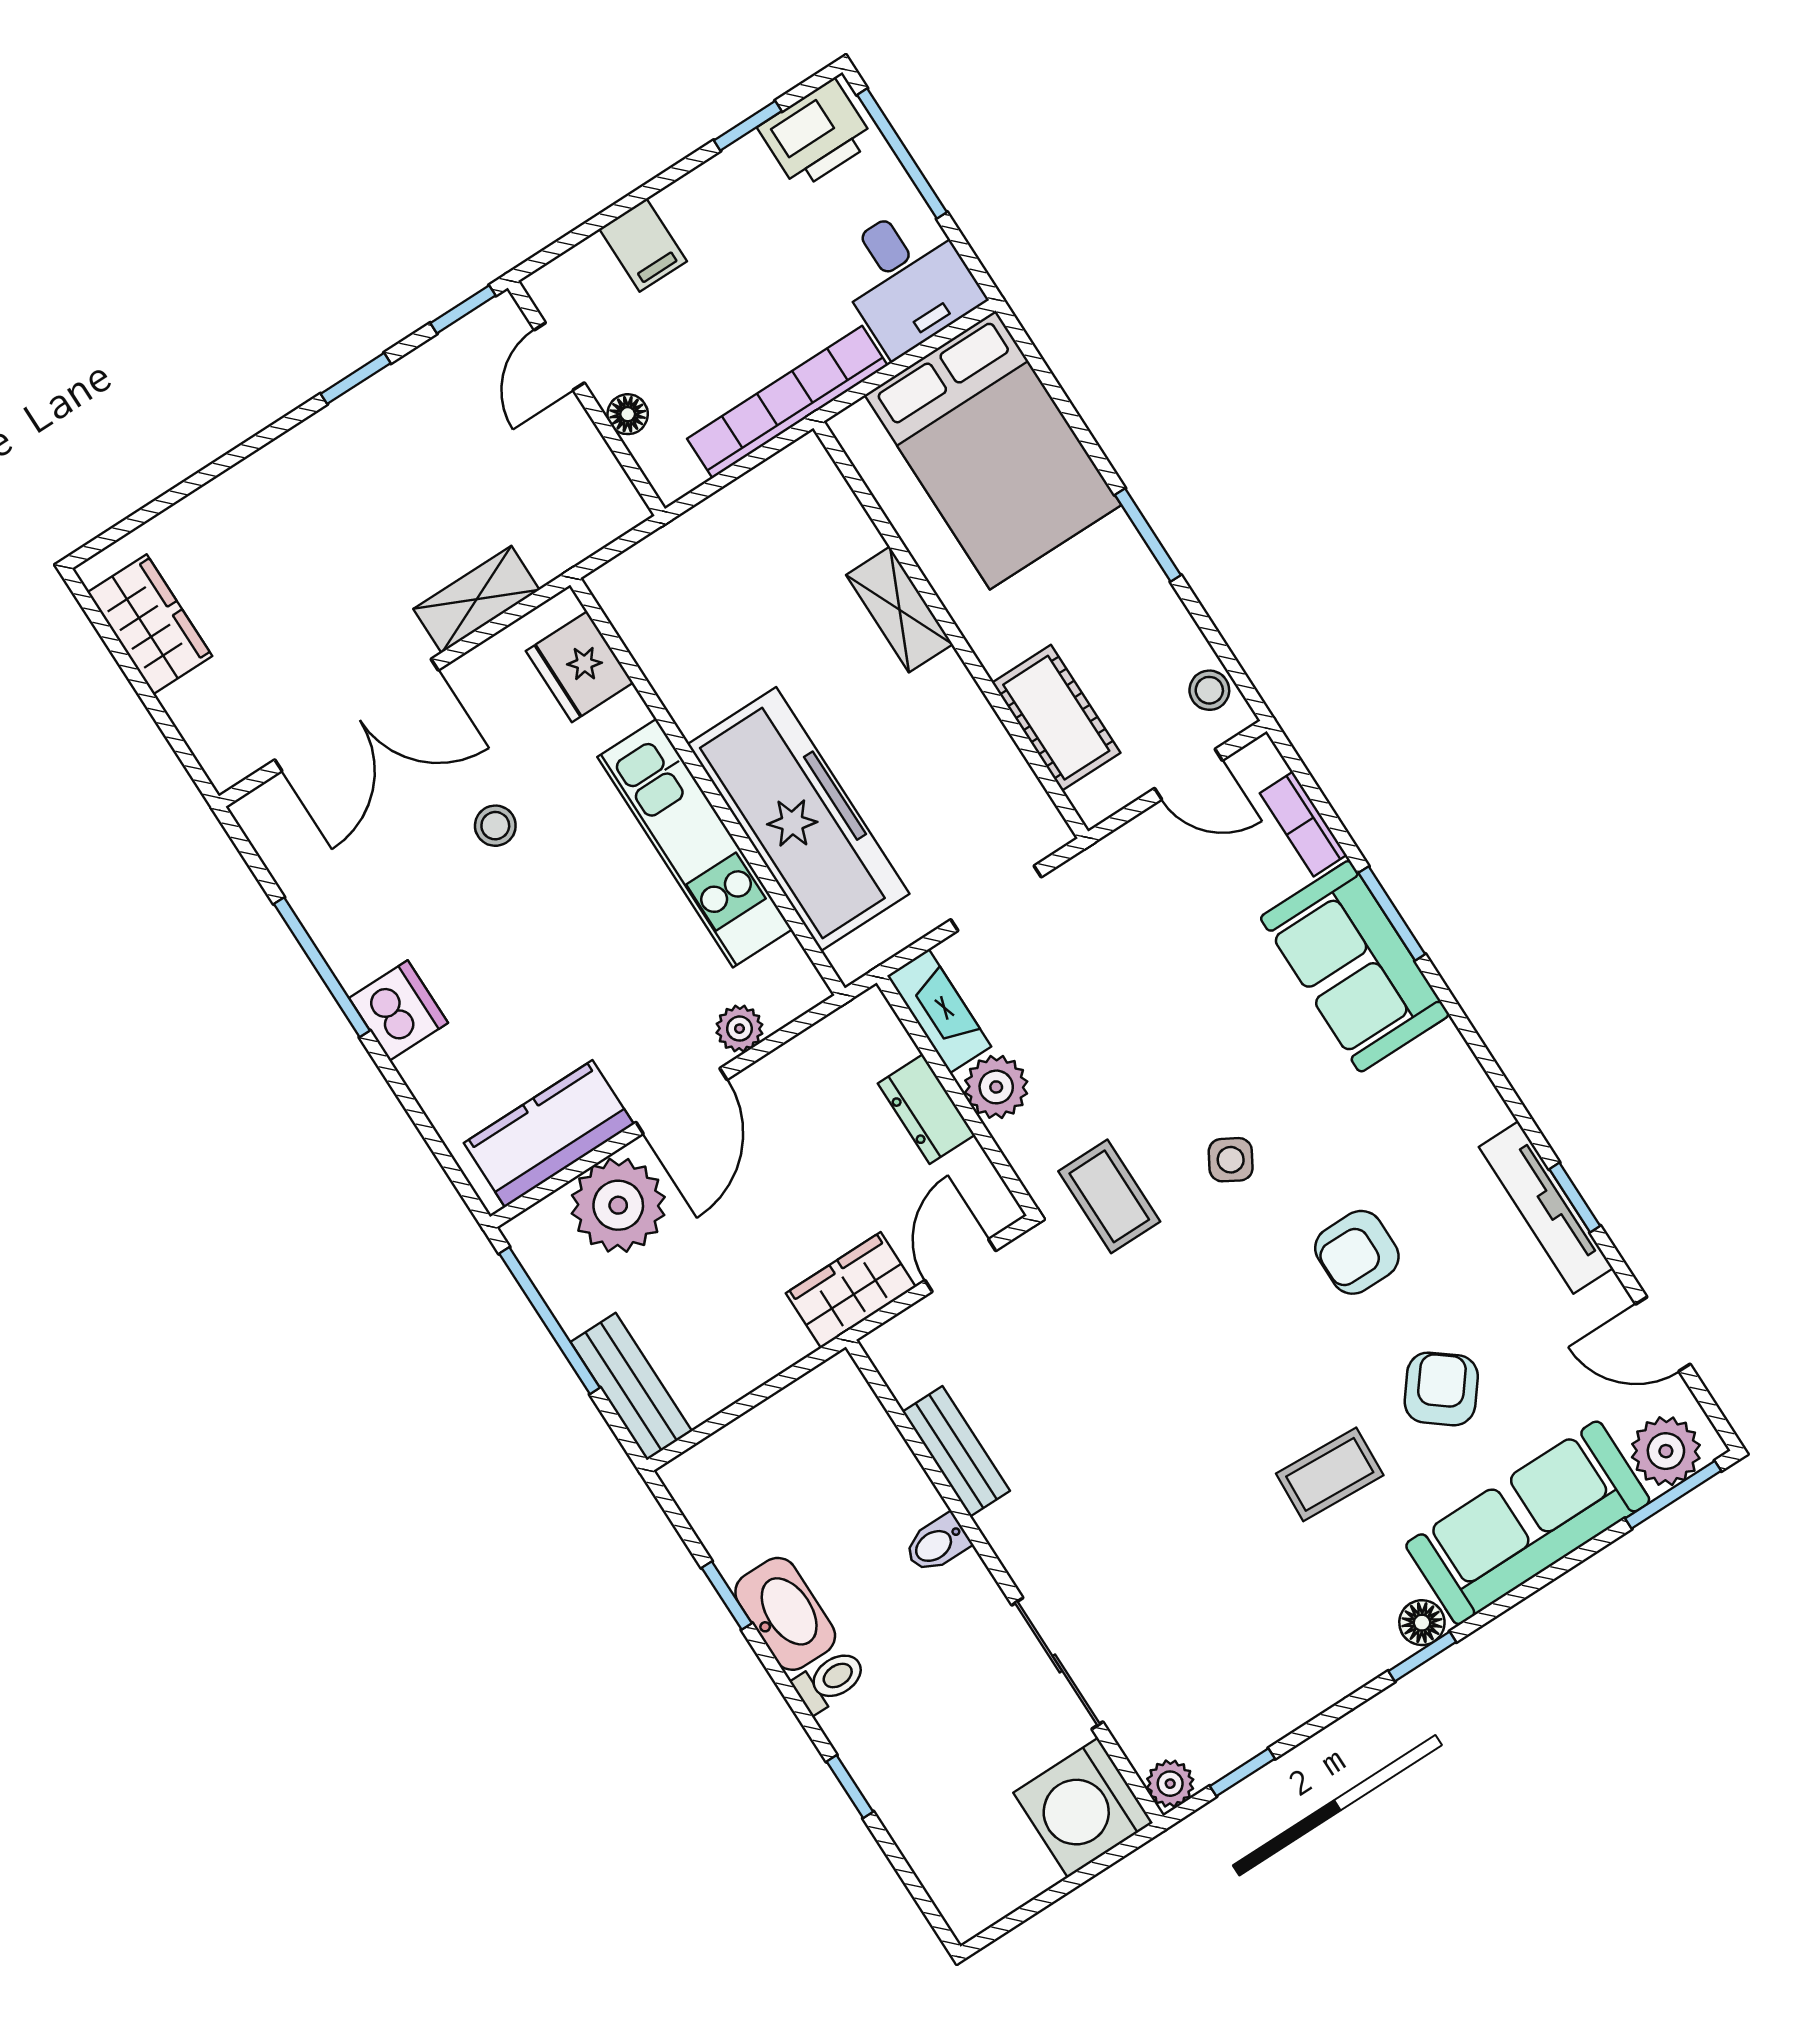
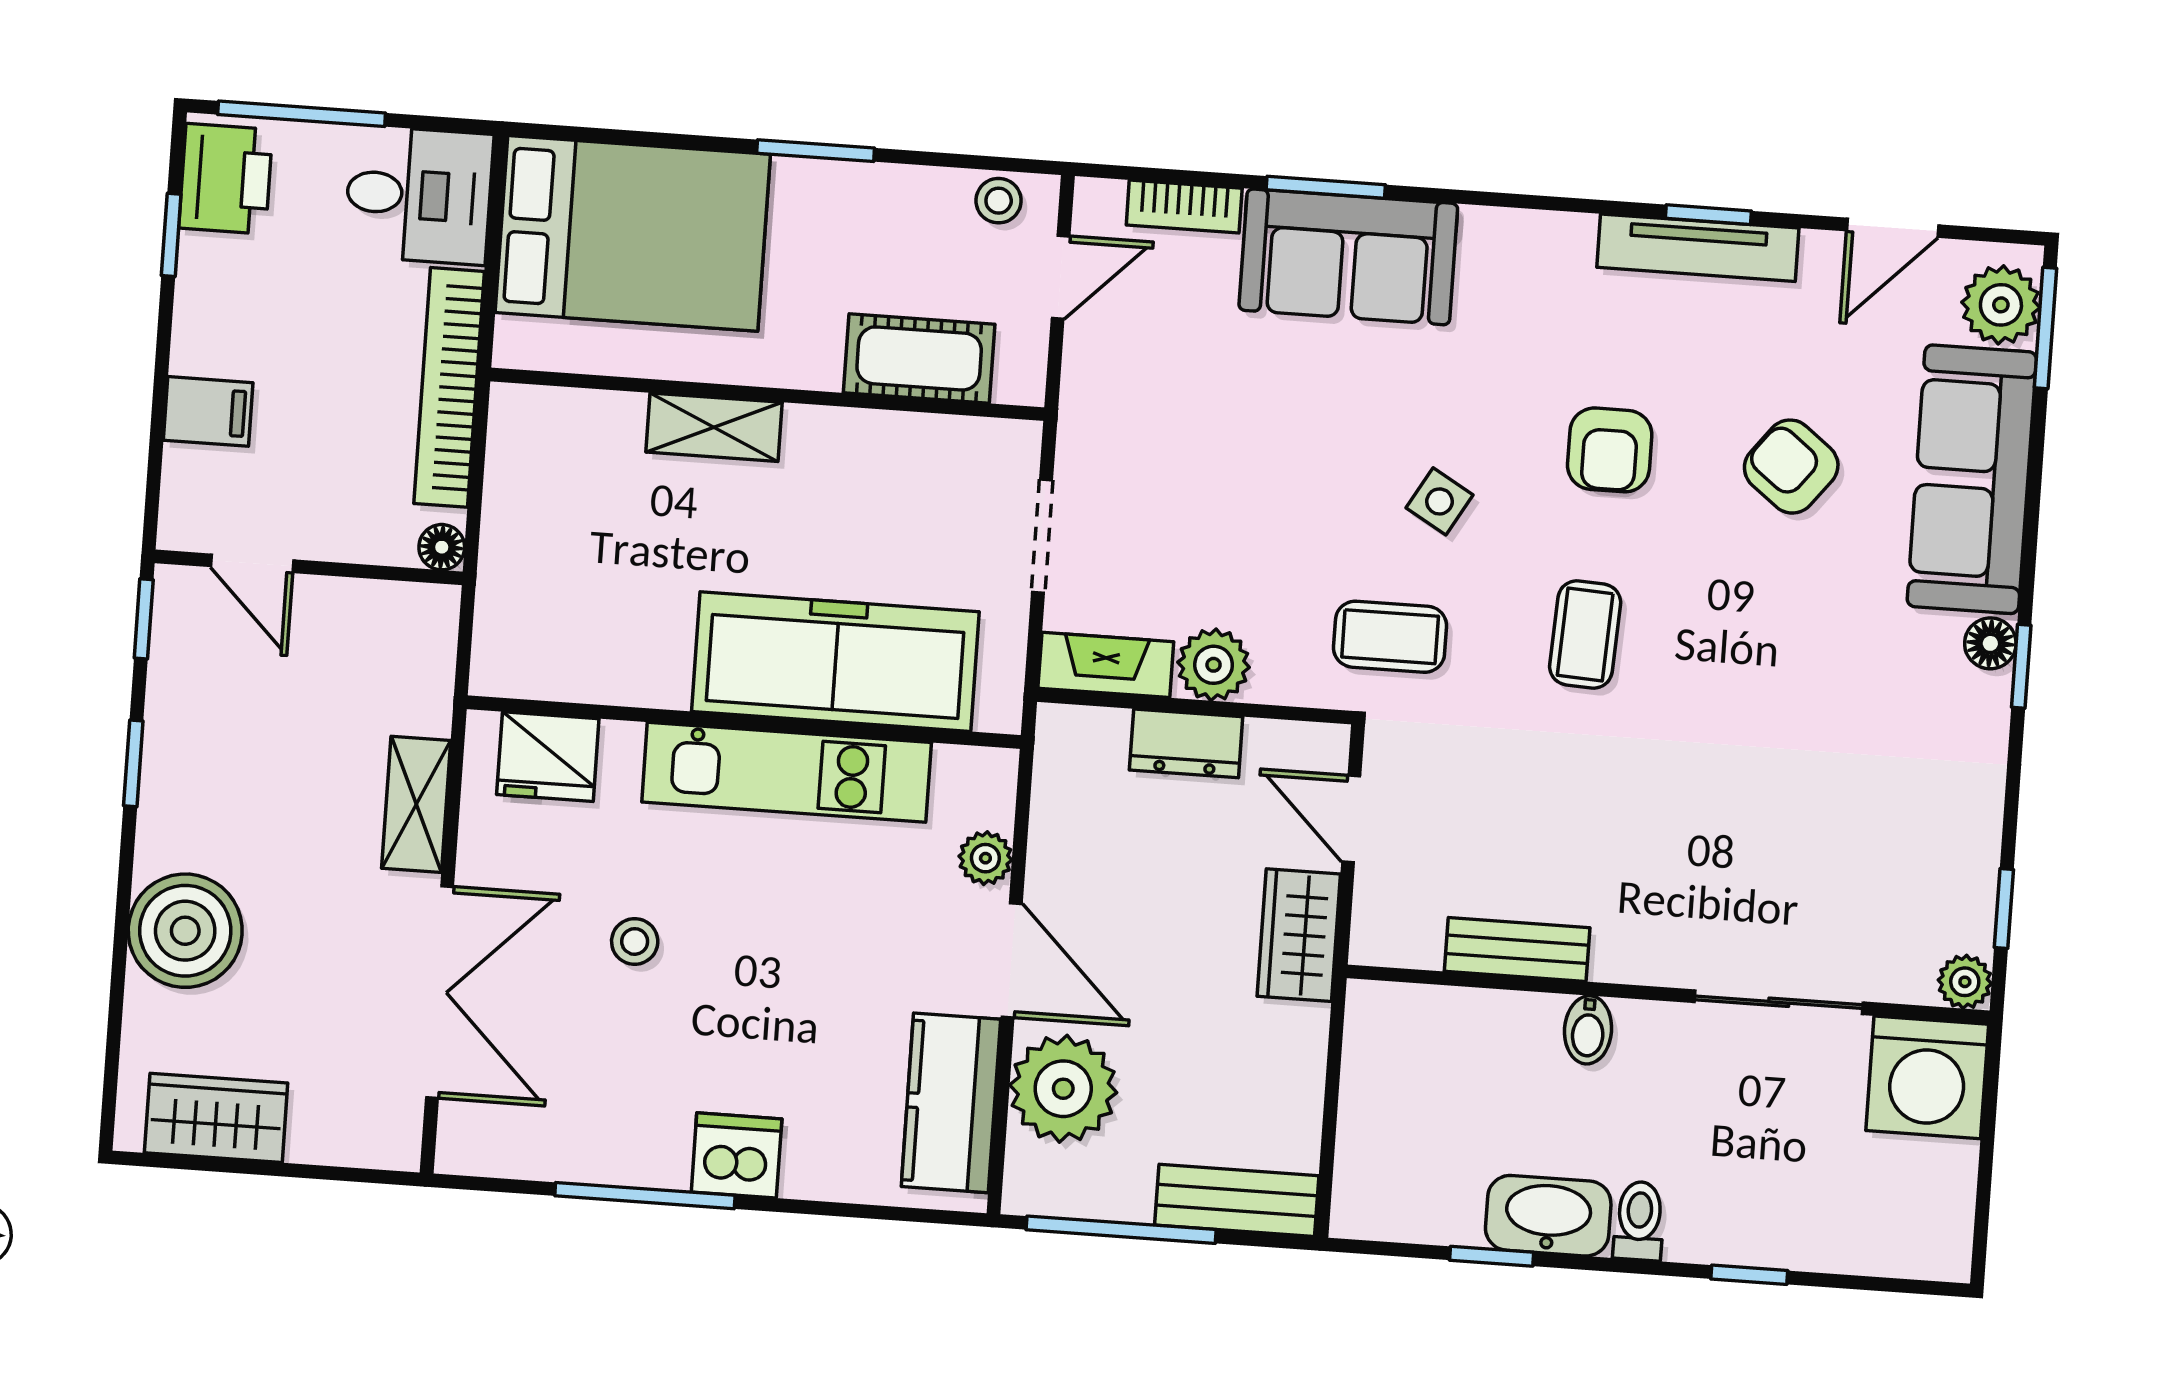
floor lamp: (628, 414) -> (442, 547), moved
boiler: (265, 503) -> (185, 931), added
coffee table: (1330, 1474) -> (1585, 635), moved

